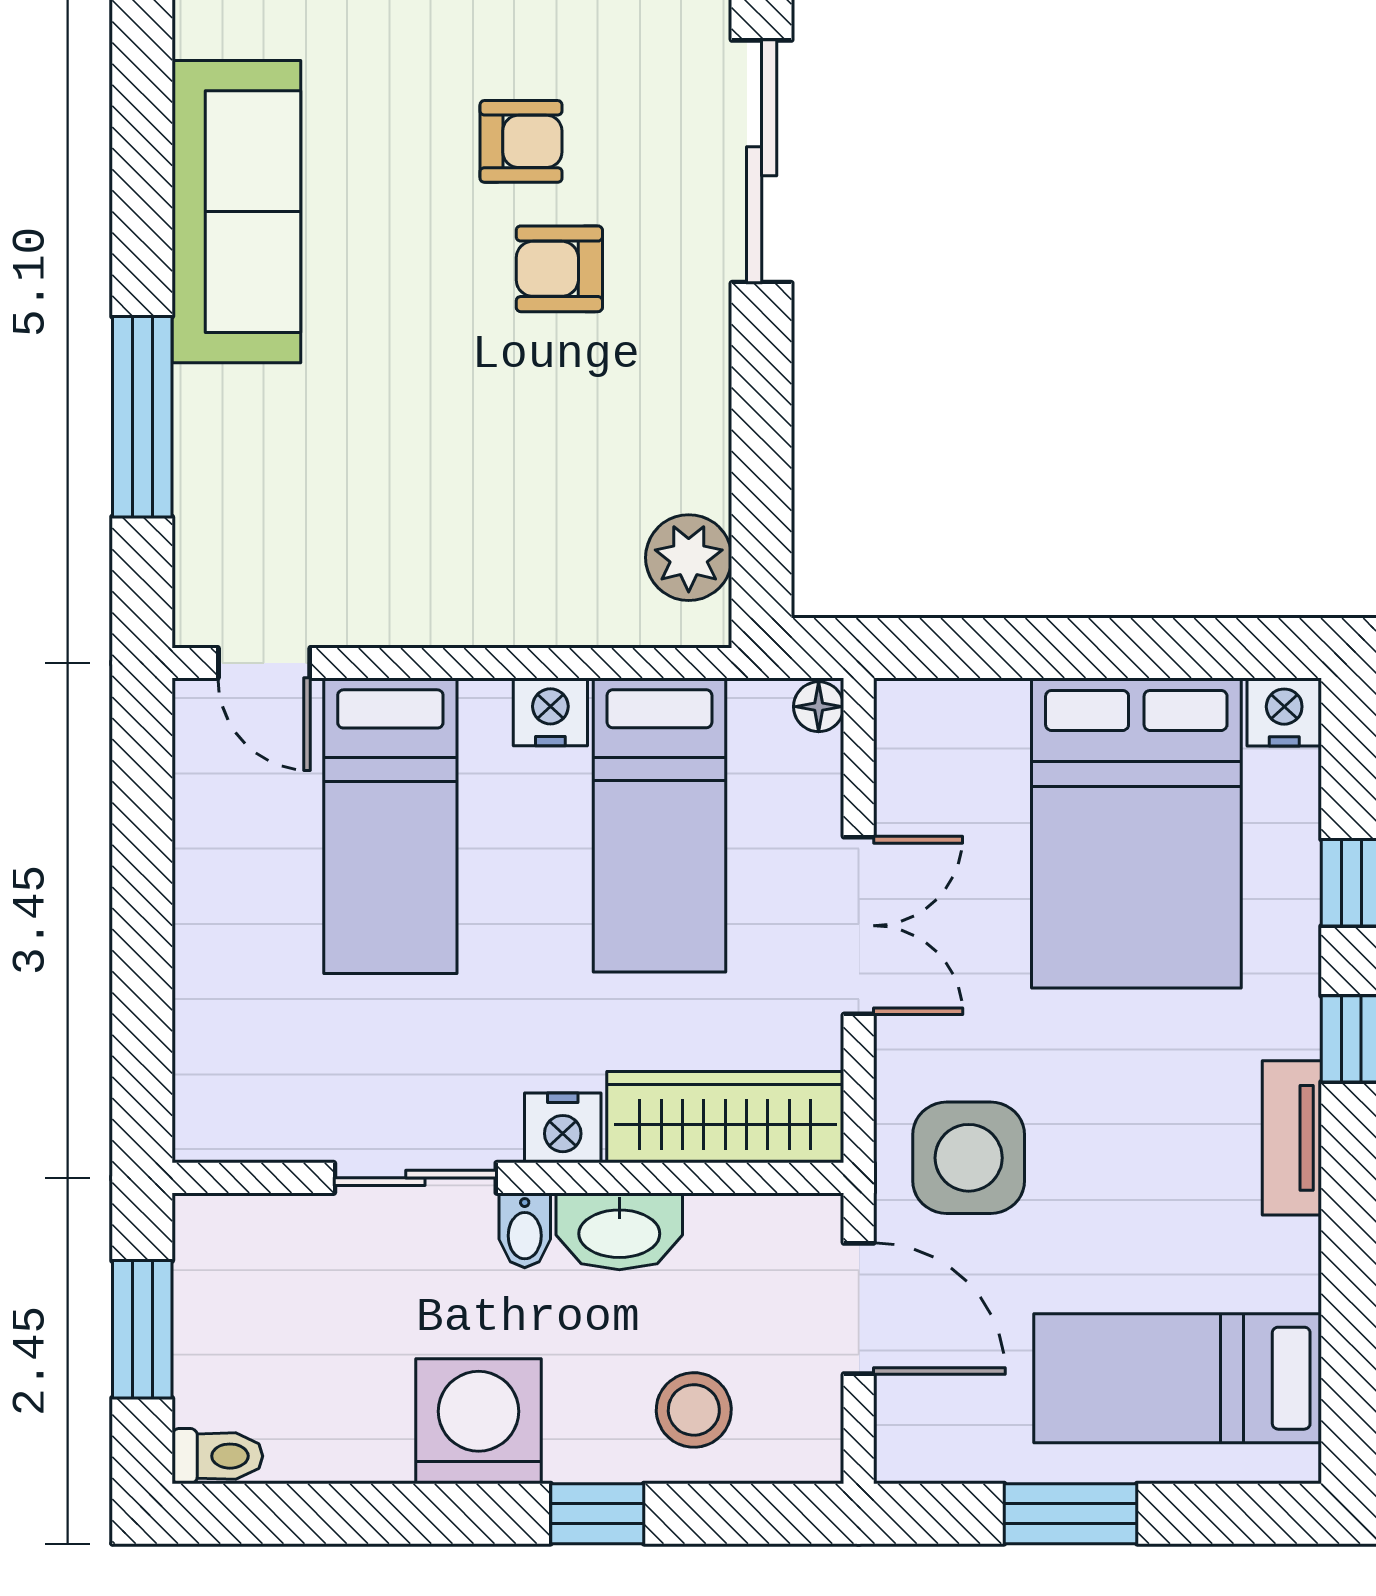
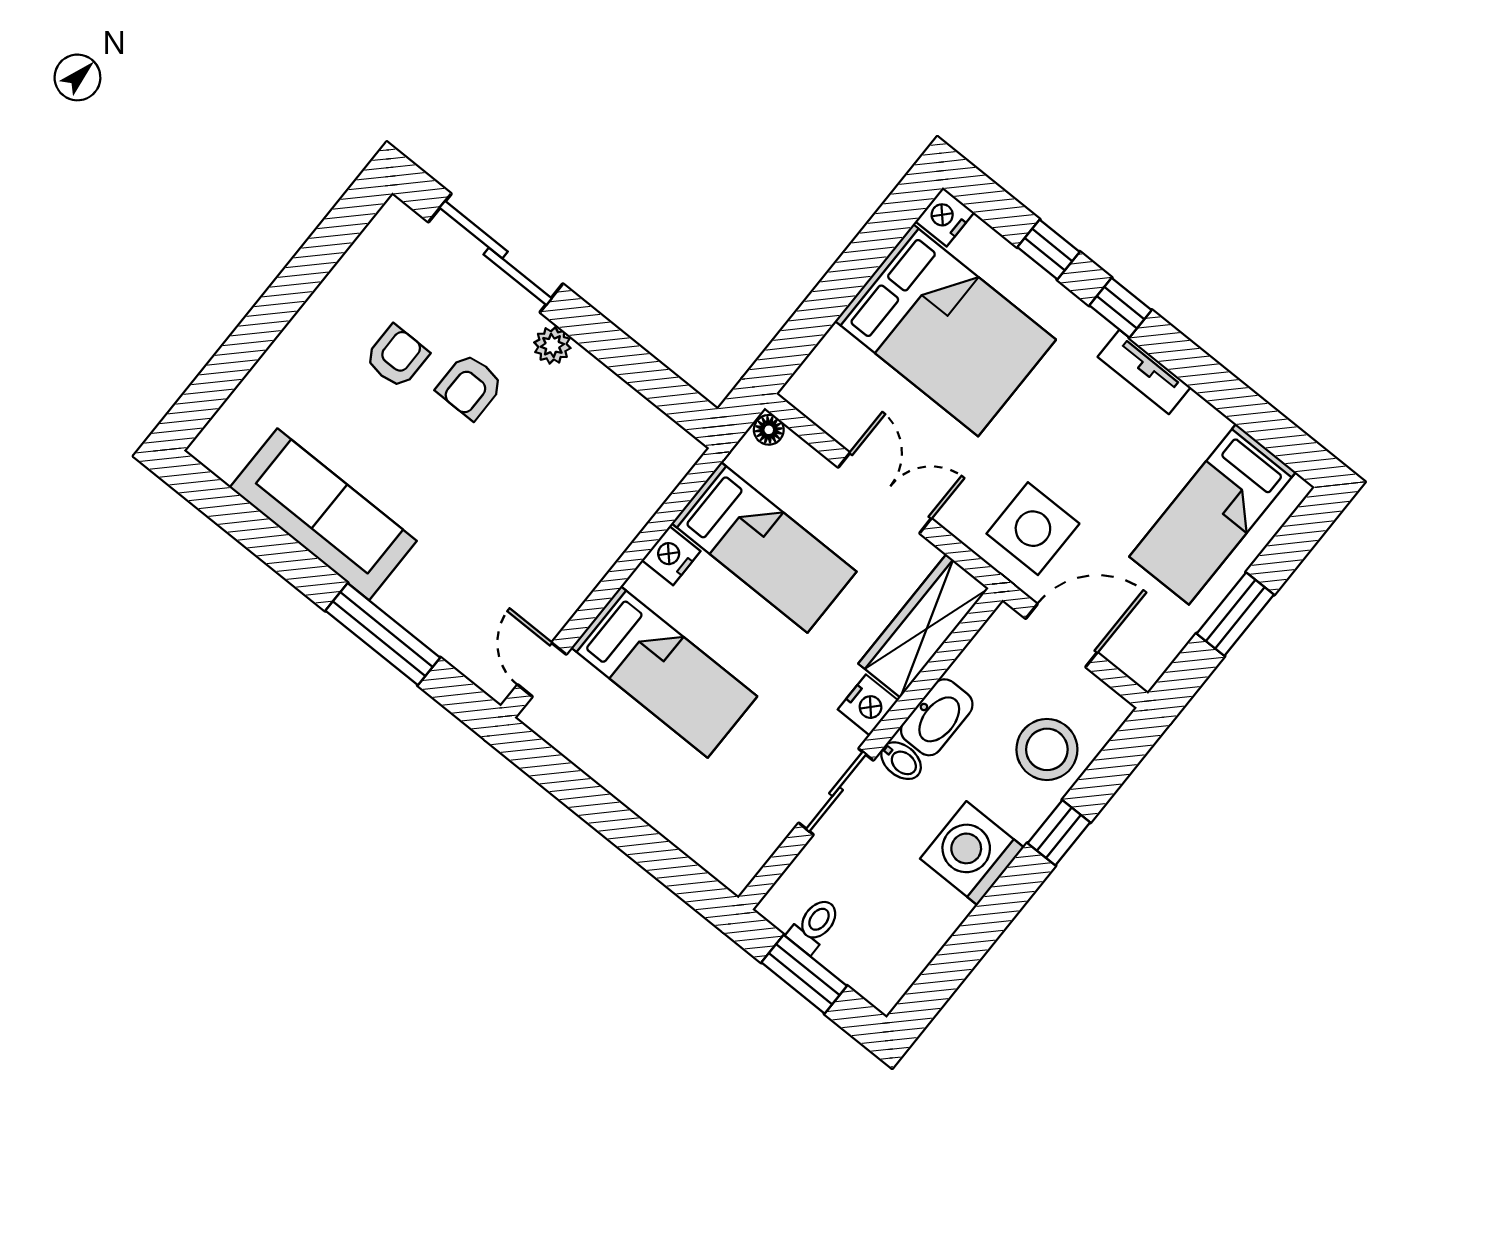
plant: (689, 558) -> (552, 345), moved, width x0.73, depth x0.73
door: (264, 663) -> (542, 670), swing flipped
stool: (694, 1410) -> (1047, 749), width x1.38, depth x1.38
toilet: (217, 1456) -> (814, 925), moved

